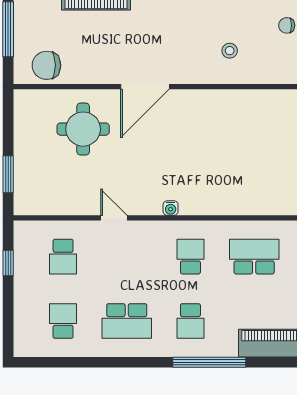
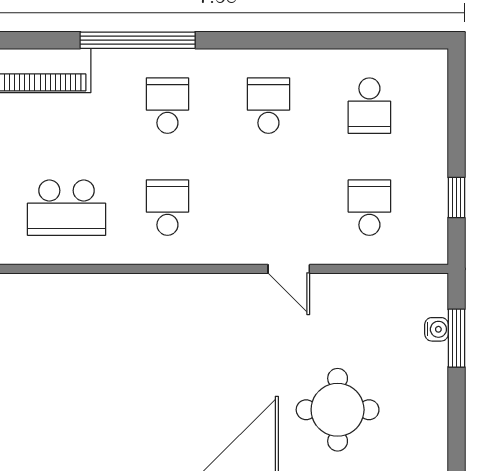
water cooler: (171, 208) -> (437, 329), moved, turned 90
school desk: (190, 257) -> (167, 208), turned 180
school desk: (127, 321) -> (268, 106), width x0.54

